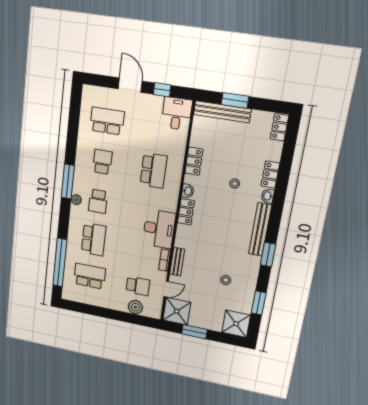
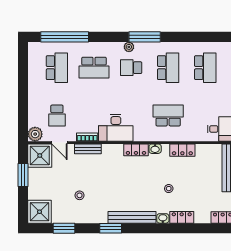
school desk: (102, 162) -> (168, 68), width x1.85
school desk: (154, 170) -> (168, 115), turned 180
plant: (135, 307) -> (35, 134), moved

